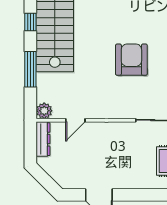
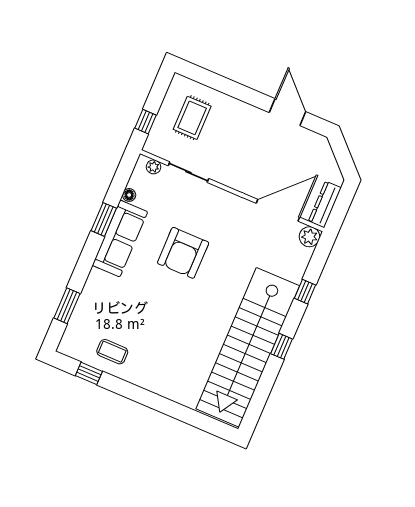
window: (30, 69) -> (305, 292), width x0.46
door: (75, 120) -> (278, 210), width x1.88

